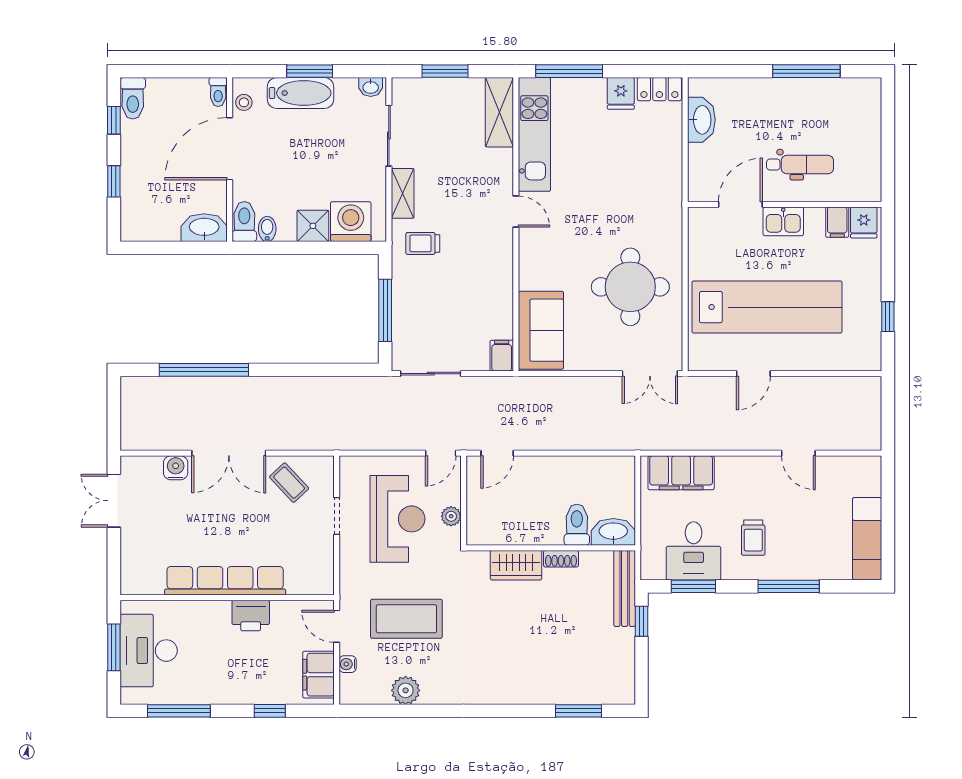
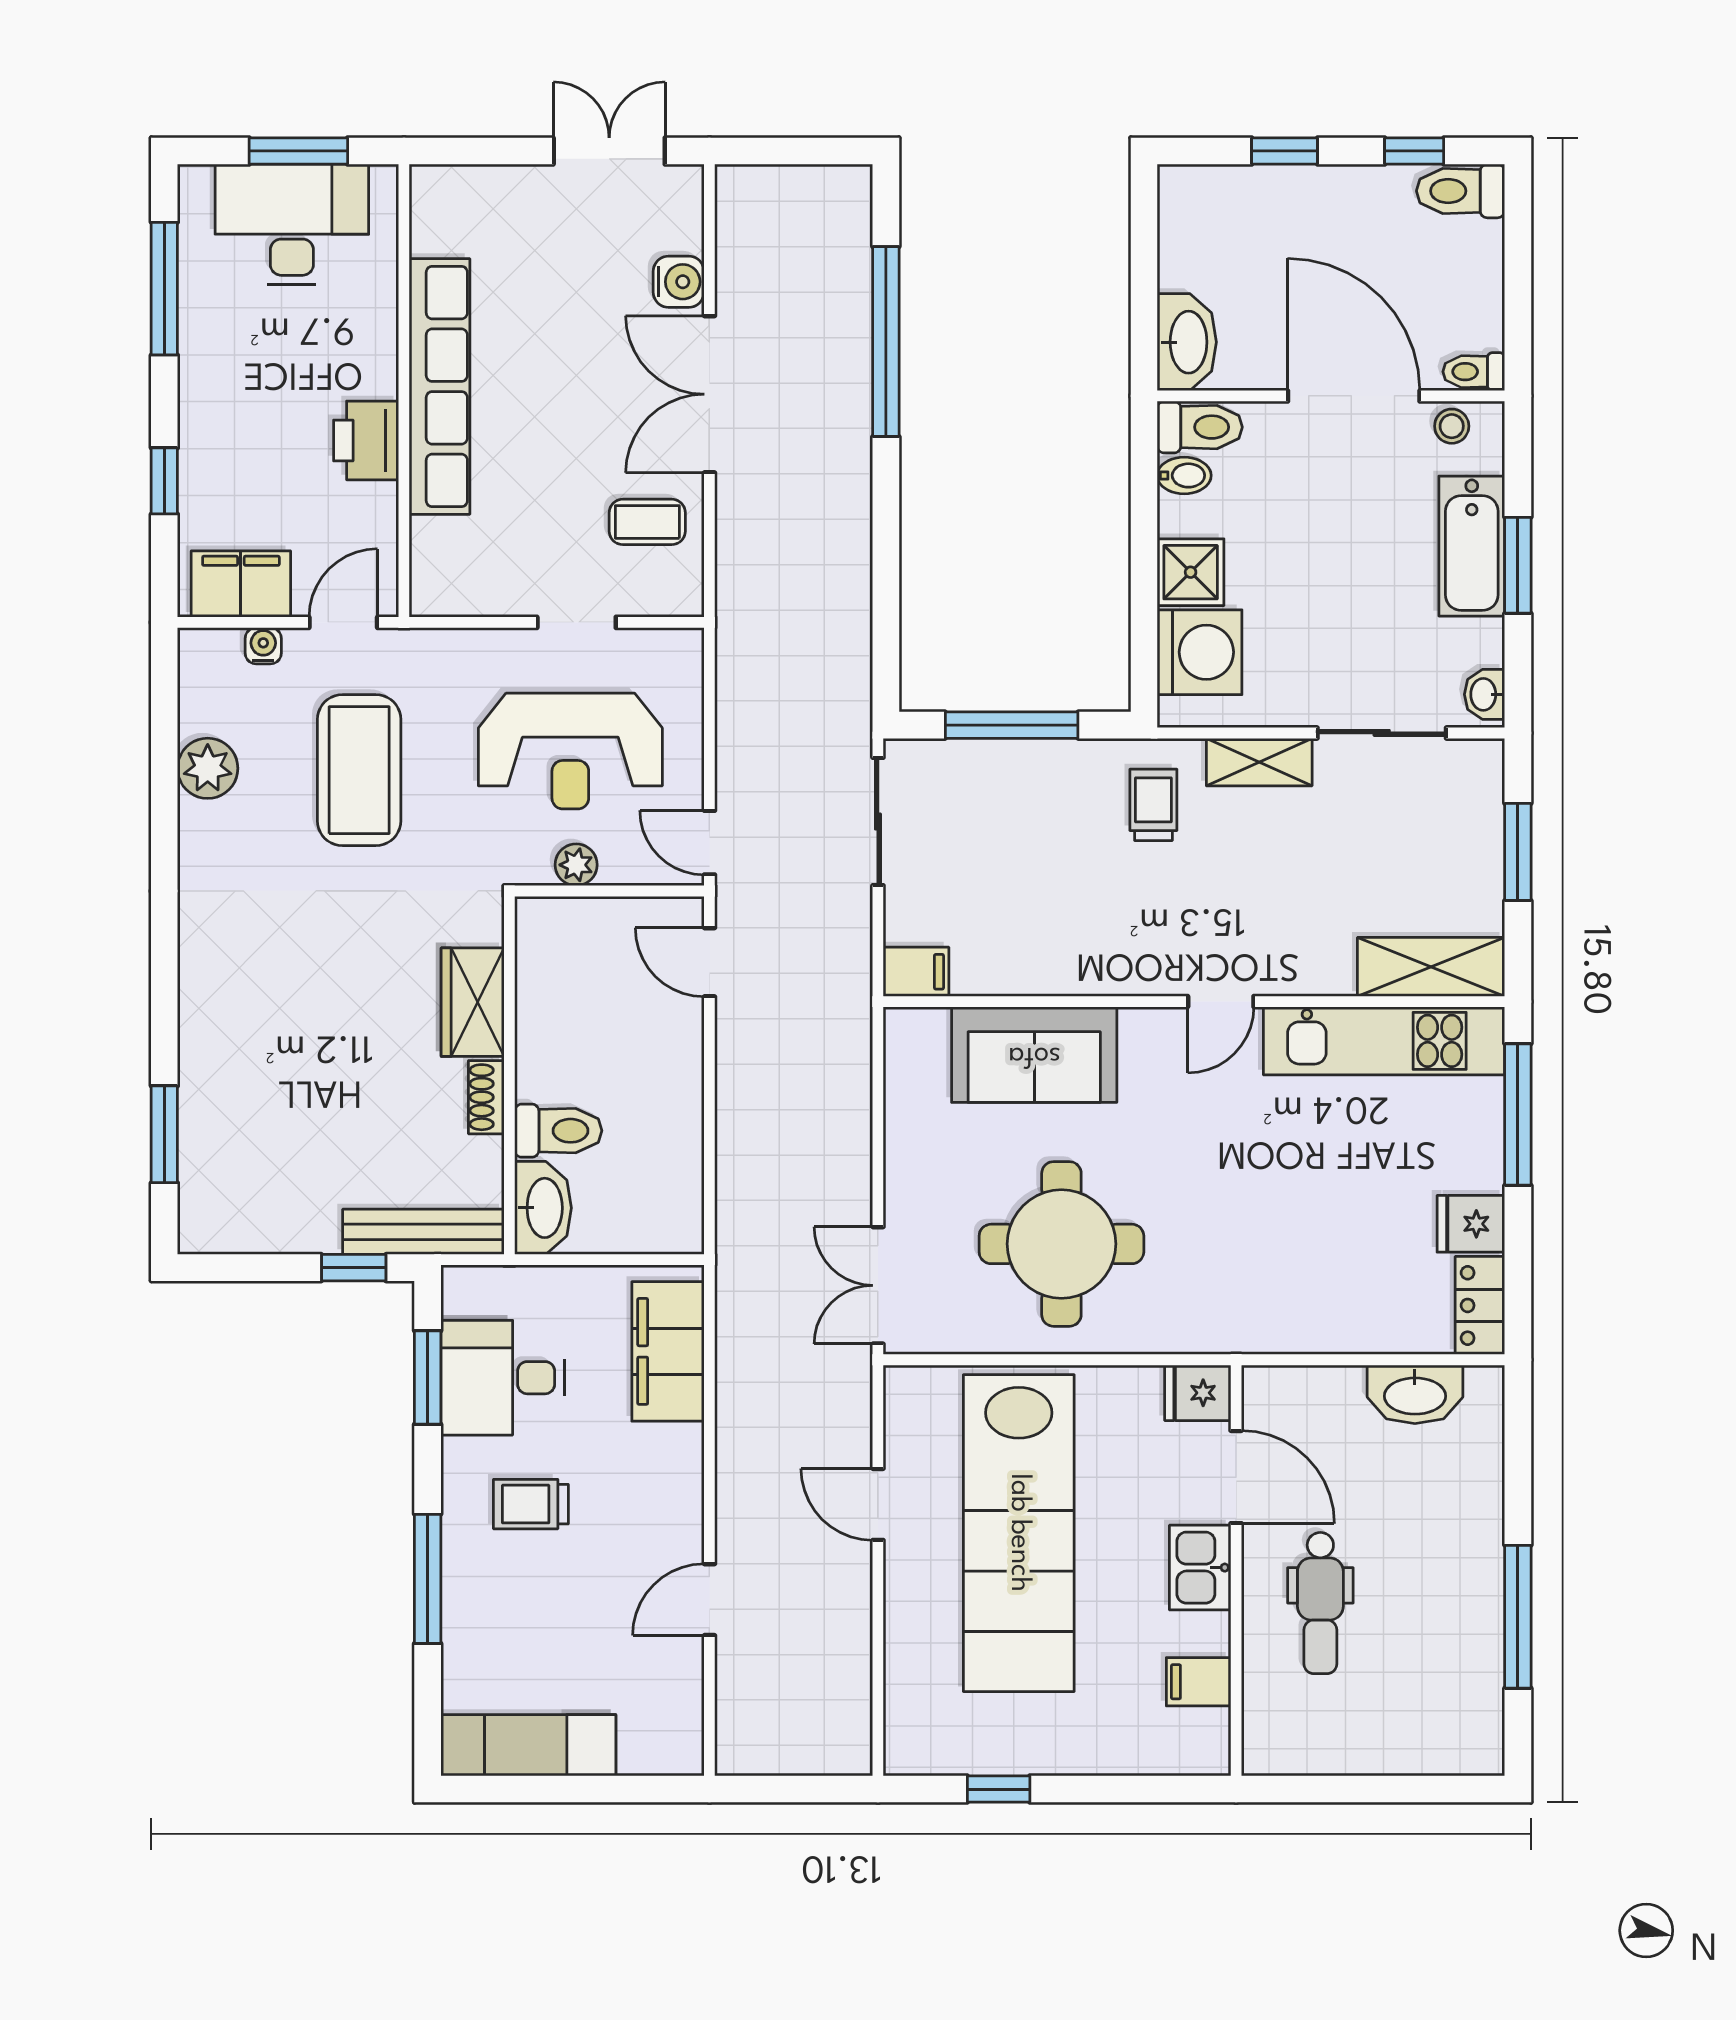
fridge: (864, 222) -> (1198, 1393), moved
sofa: (541, 330) -> (1034, 1055), moved
coffee table: (289, 483) -> (647, 522), turned 43

